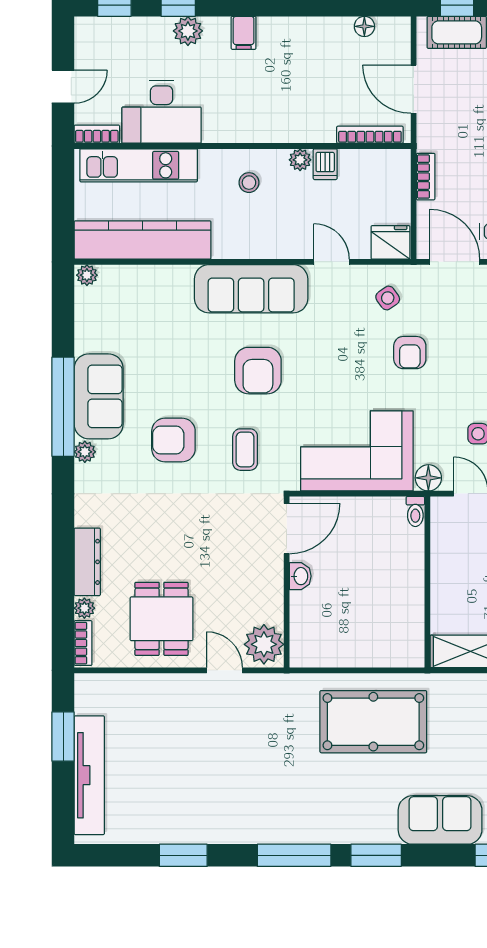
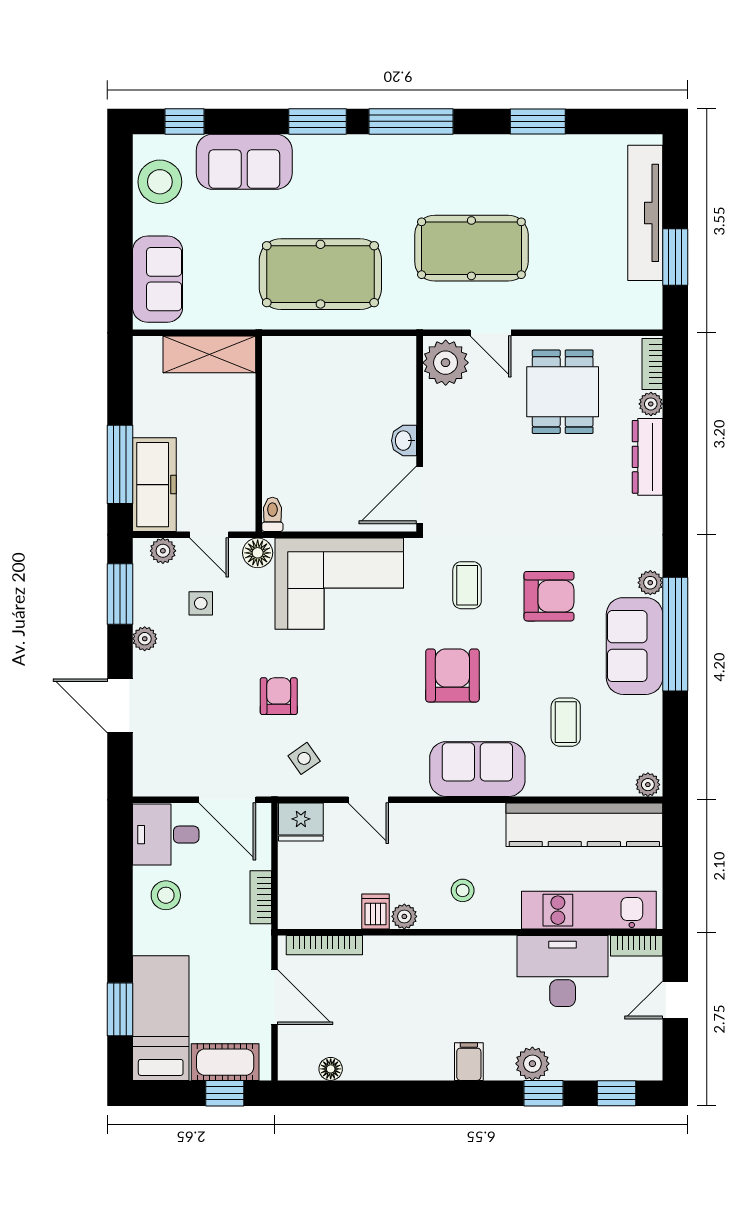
sofa: (251, 289) -> (477, 769), width x0.73
coffee table: (159, 330) -> (566, 722), added
pool table: (241, 744) -> (471, 248), added

